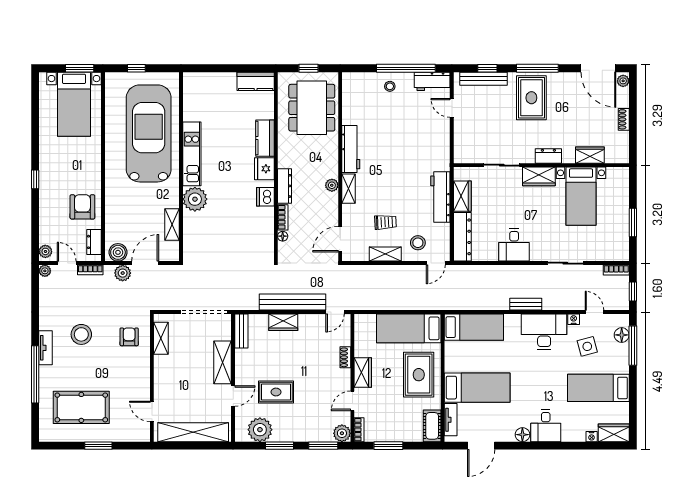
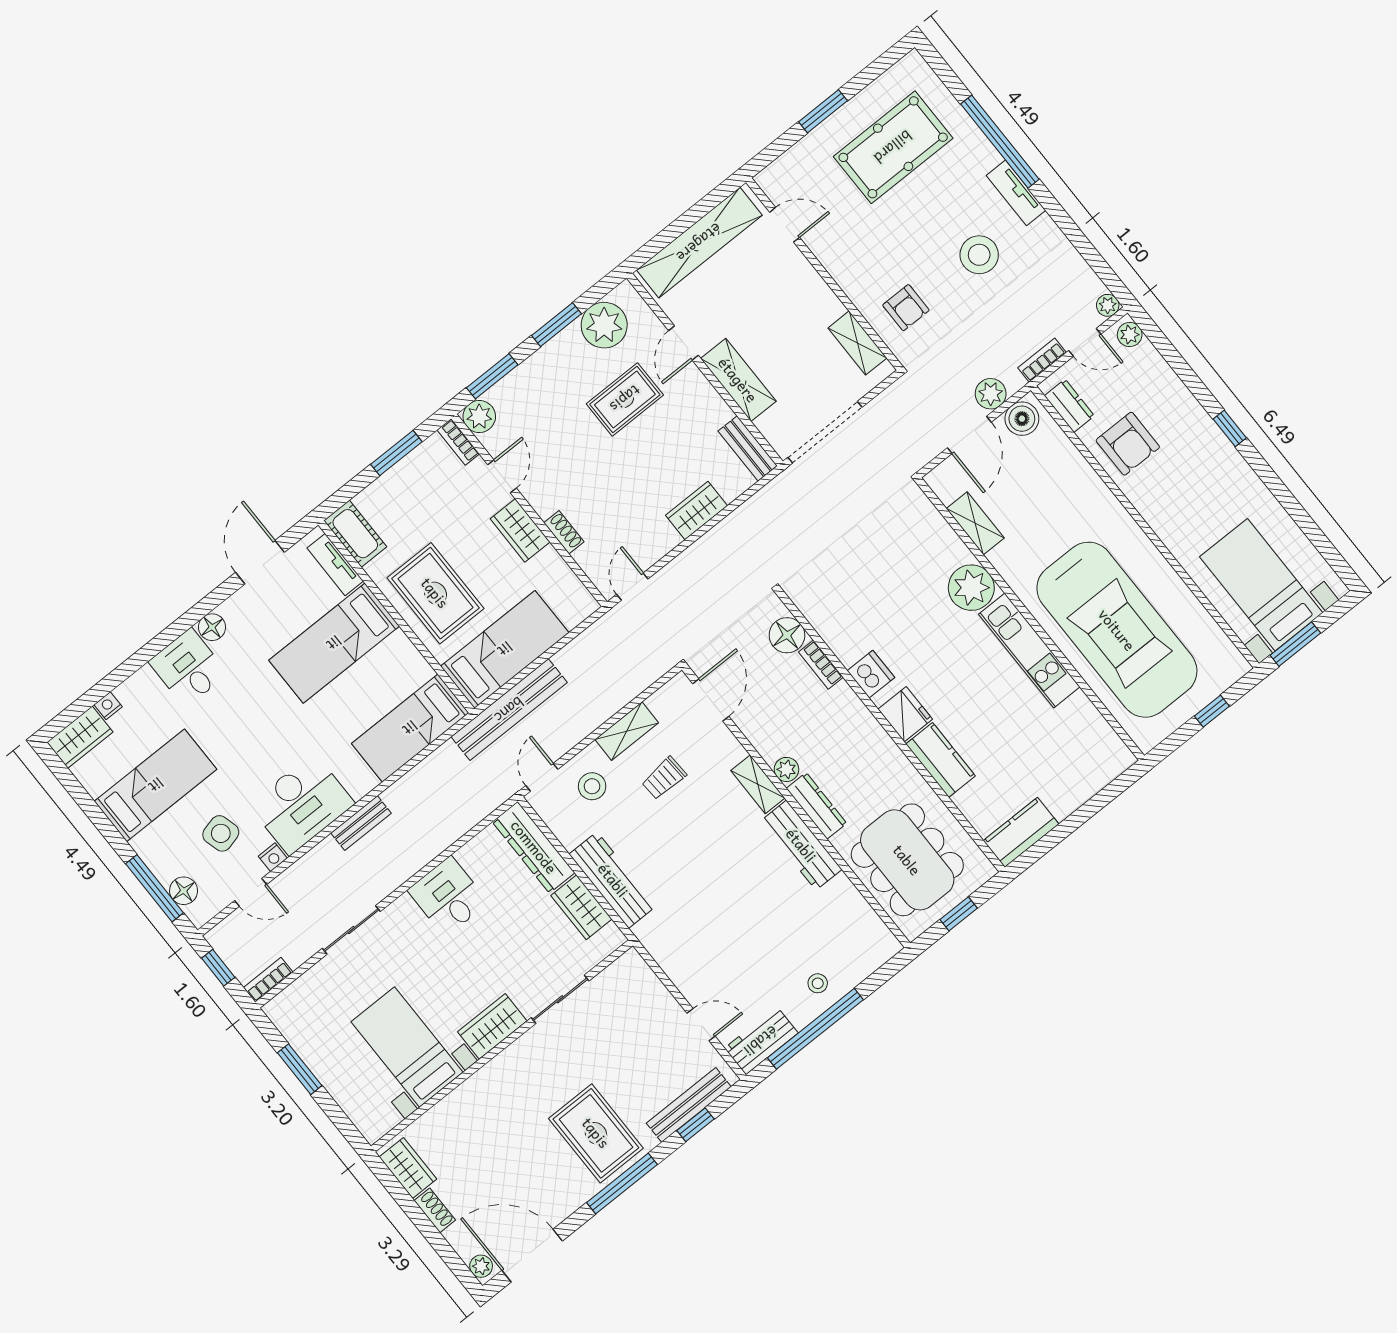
wardrobe: (590, 155) -> (408, 1168), moved, turned -90
dresser: (548, 156) -> (502, 1068), removed
dresser: (284, 186) -> (816, 806), moved, turned 180
floor lamp: (283, 236) -> (787, 635), width x1.89, depth x1.89
bench: (292, 302) -> (509, 710), moved

